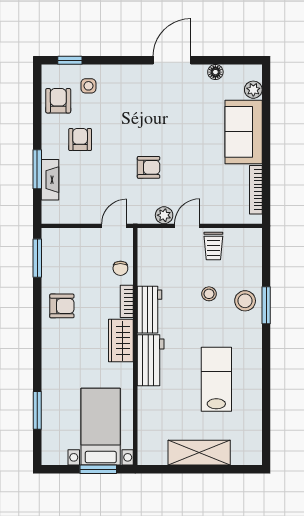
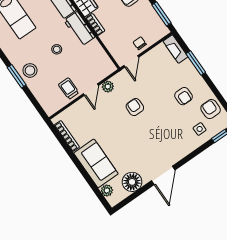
floor lamp: (215, 72) -> (132, 182), width x1.89, depth x1.89
armchair: (58, 101) -> (211, 109), turned 180
armchair: (149, 167) -> (135, 107), turned 90
fireplace: (50, 180) -> (175, 49), moved
chair: (120, 268) -> (140, 43), moved
stool: (209, 294) -> (57, 49), moved

